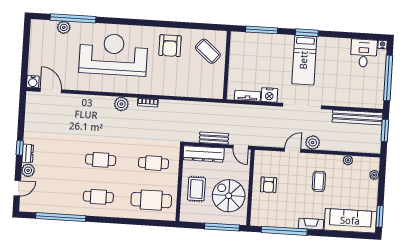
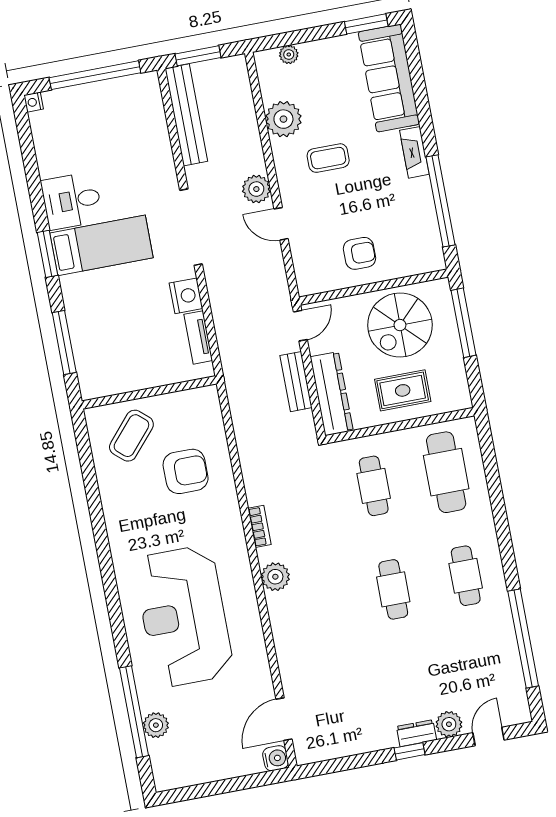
armchair: (170, 46) -> (186, 471), moved
desk: (364, 53) -> (72, 201), moved
plant: (348, 160) -> (283, 119), width x1.88, depth x1.88
door: (17, 188) -> (489, 736), hinge flipped

